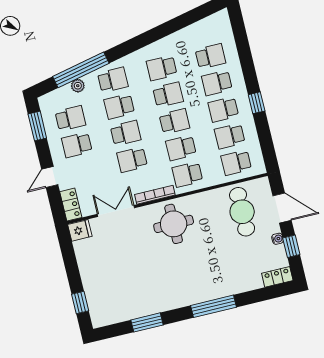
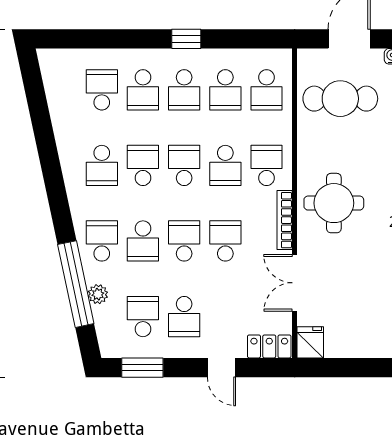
school desk: (132, 160) -> (225, 241), turned 180
school desk: (187, 175) -> (267, 165), turned 180

